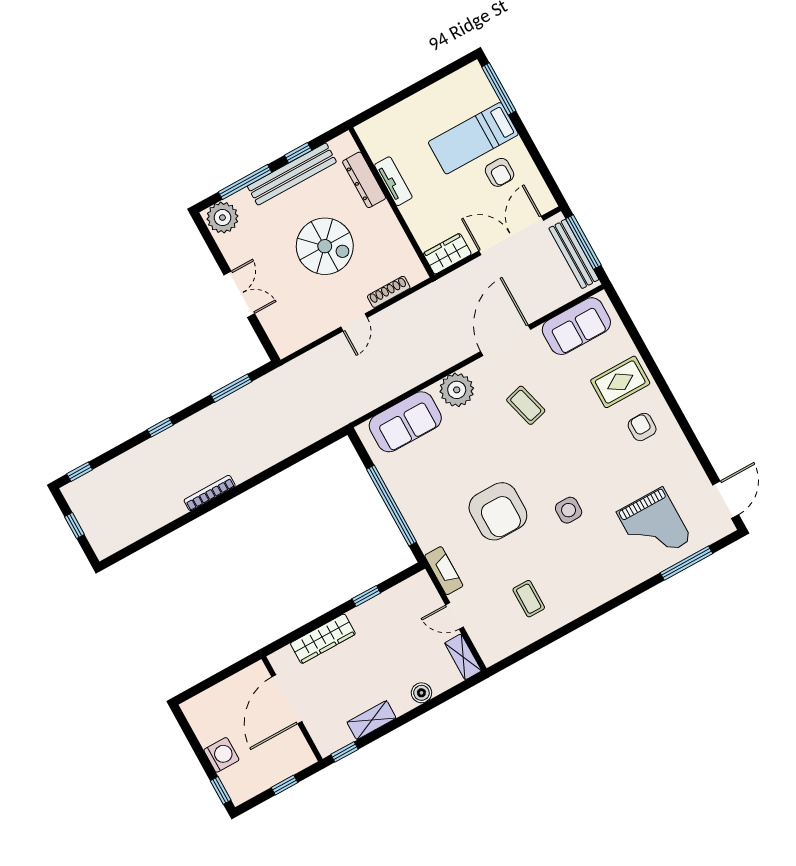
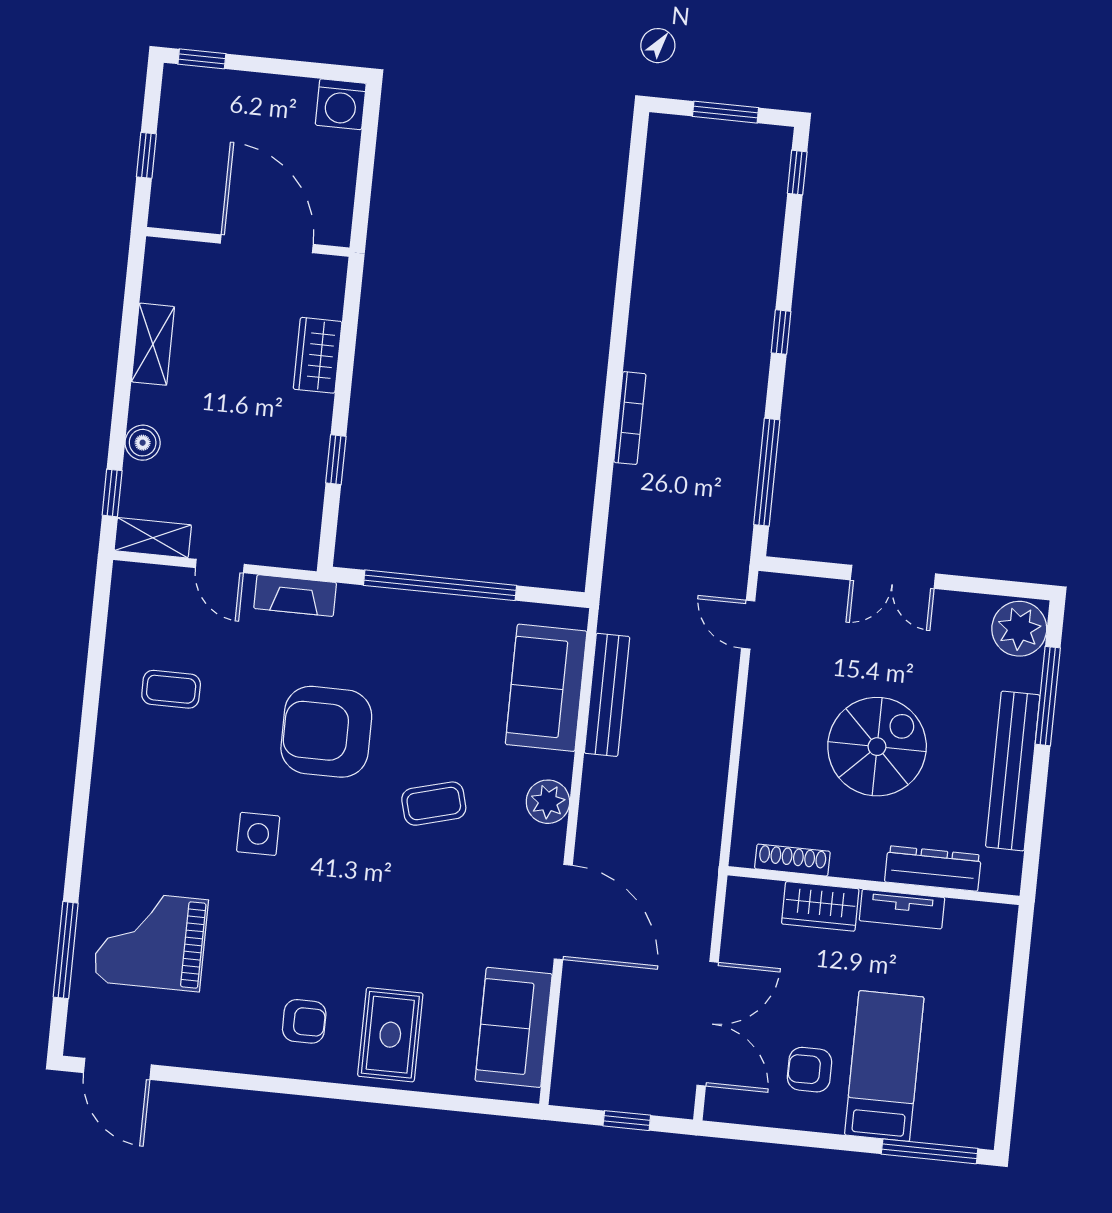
window: (298, 153) -> (1037, 801), removed
window: (583, 242) -> (627, 1121), width x0.46
spiral stairs: (325, 246) -> (877, 747), turned 180
wardrobe: (447, 254) -> (820, 906), moved, turned 90
bench: (574, 254) -> (607, 695), moved, turned 90
shoe rack: (389, 292) -> (792, 860), moved, turned -90
door: (354, 322) -> (748, 625), moved
window: (231, 388) -> (767, 472), width x1.44
plant: (457, 390) -> (548, 802), width x0.73, depth x0.73
coffee table: (526, 405) -> (434, 804), moved
bookcase: (210, 493) -> (630, 418), moved
window: (74, 525) -> (725, 112), width x1.50
door: (454, 616) -> (220, 566), swing flipped
wardrobe: (323, 639) -> (318, 355), width x0.67
window: (345, 752) -> (112, 493), moved
washing machine: (221, 755) -> (341, 104), moved

